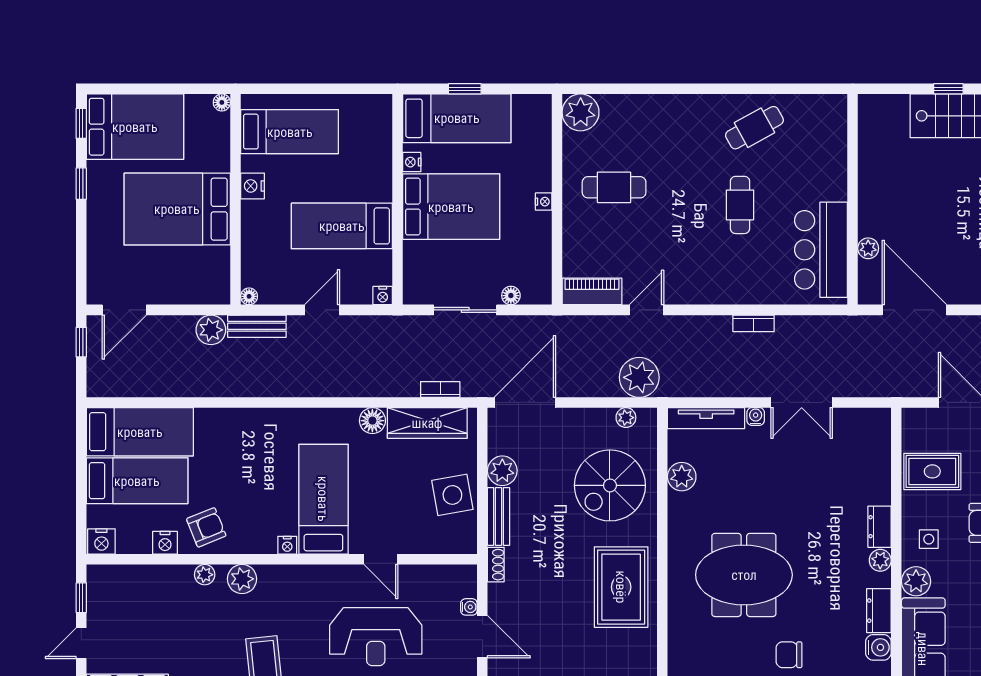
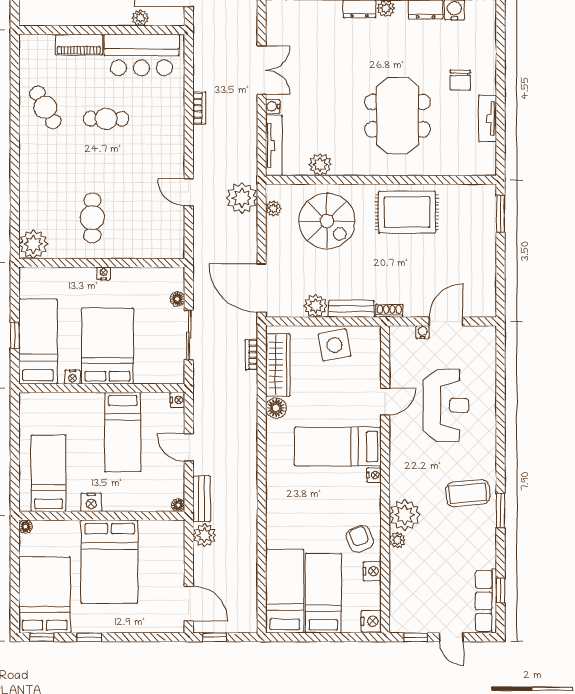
piano: (592, 291) -> (79, 45), moved, turned -90
plant: (242, 579) -> (405, 515), width x1.36, depth x1.36

